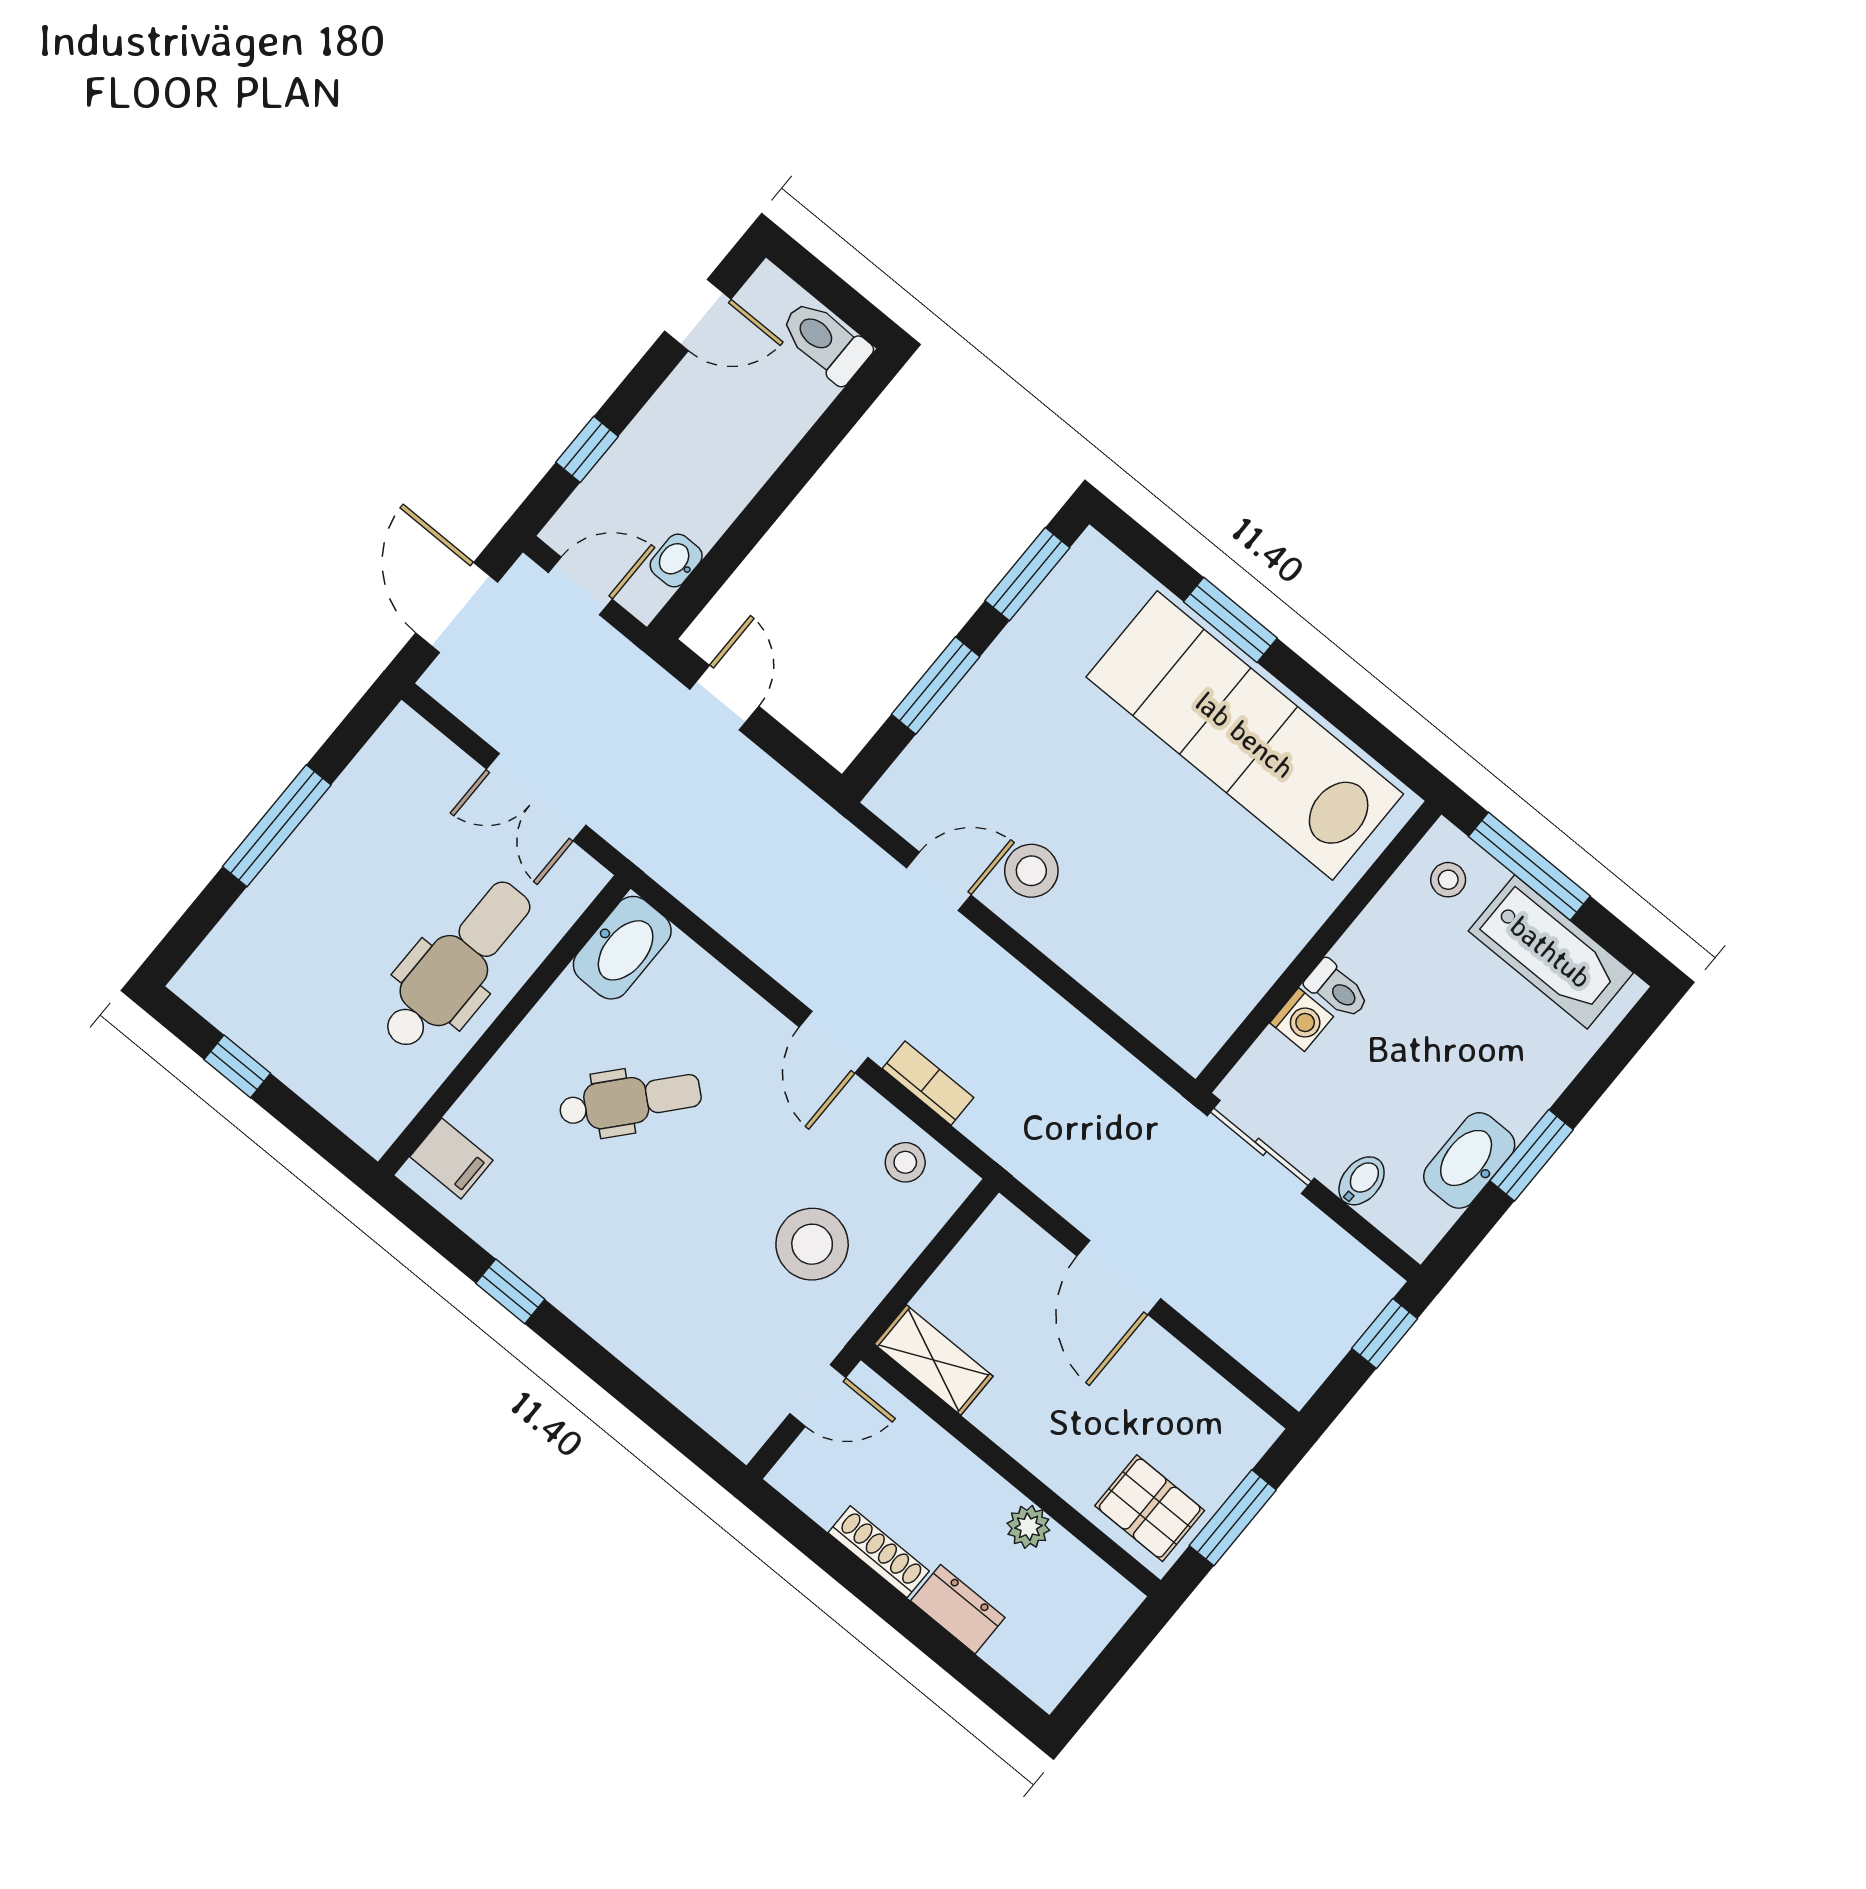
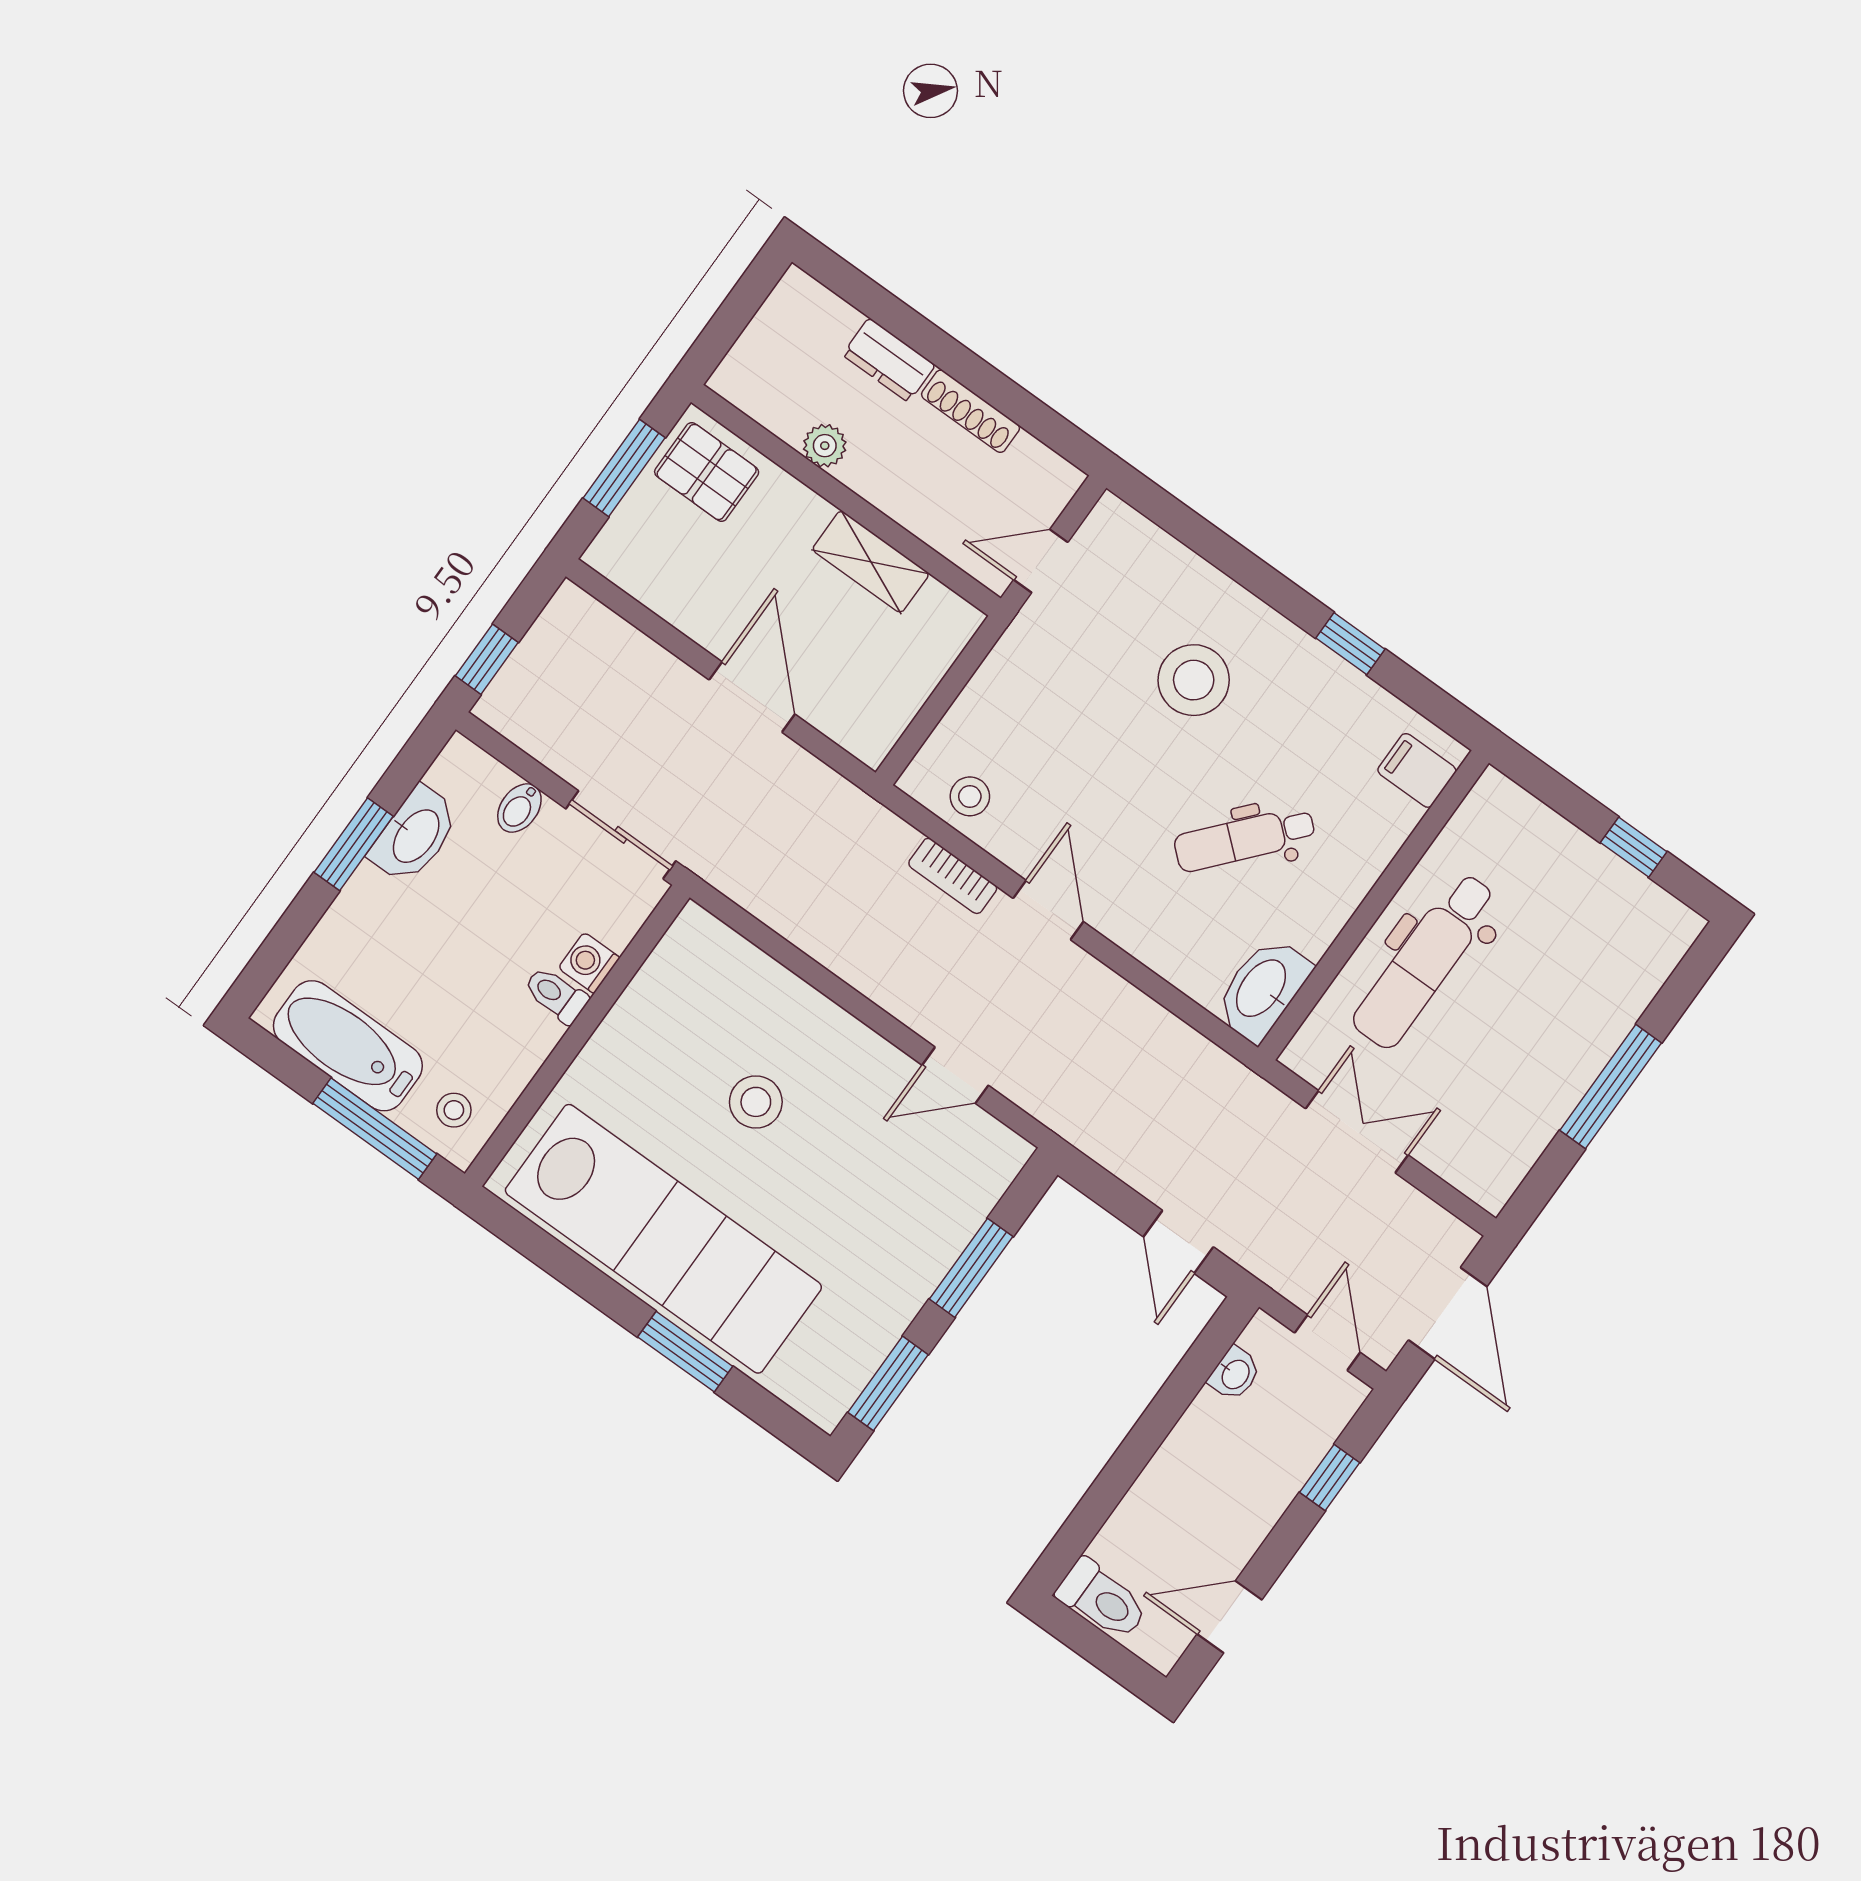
door: (580, 586) -> (1327, 1343), swing flipped
stool: (1031, 871) -> (756, 1102), moved
stool: (812, 1244) -> (1194, 680), moved
shelving: (934, 1360) -> (871, 562), moved

